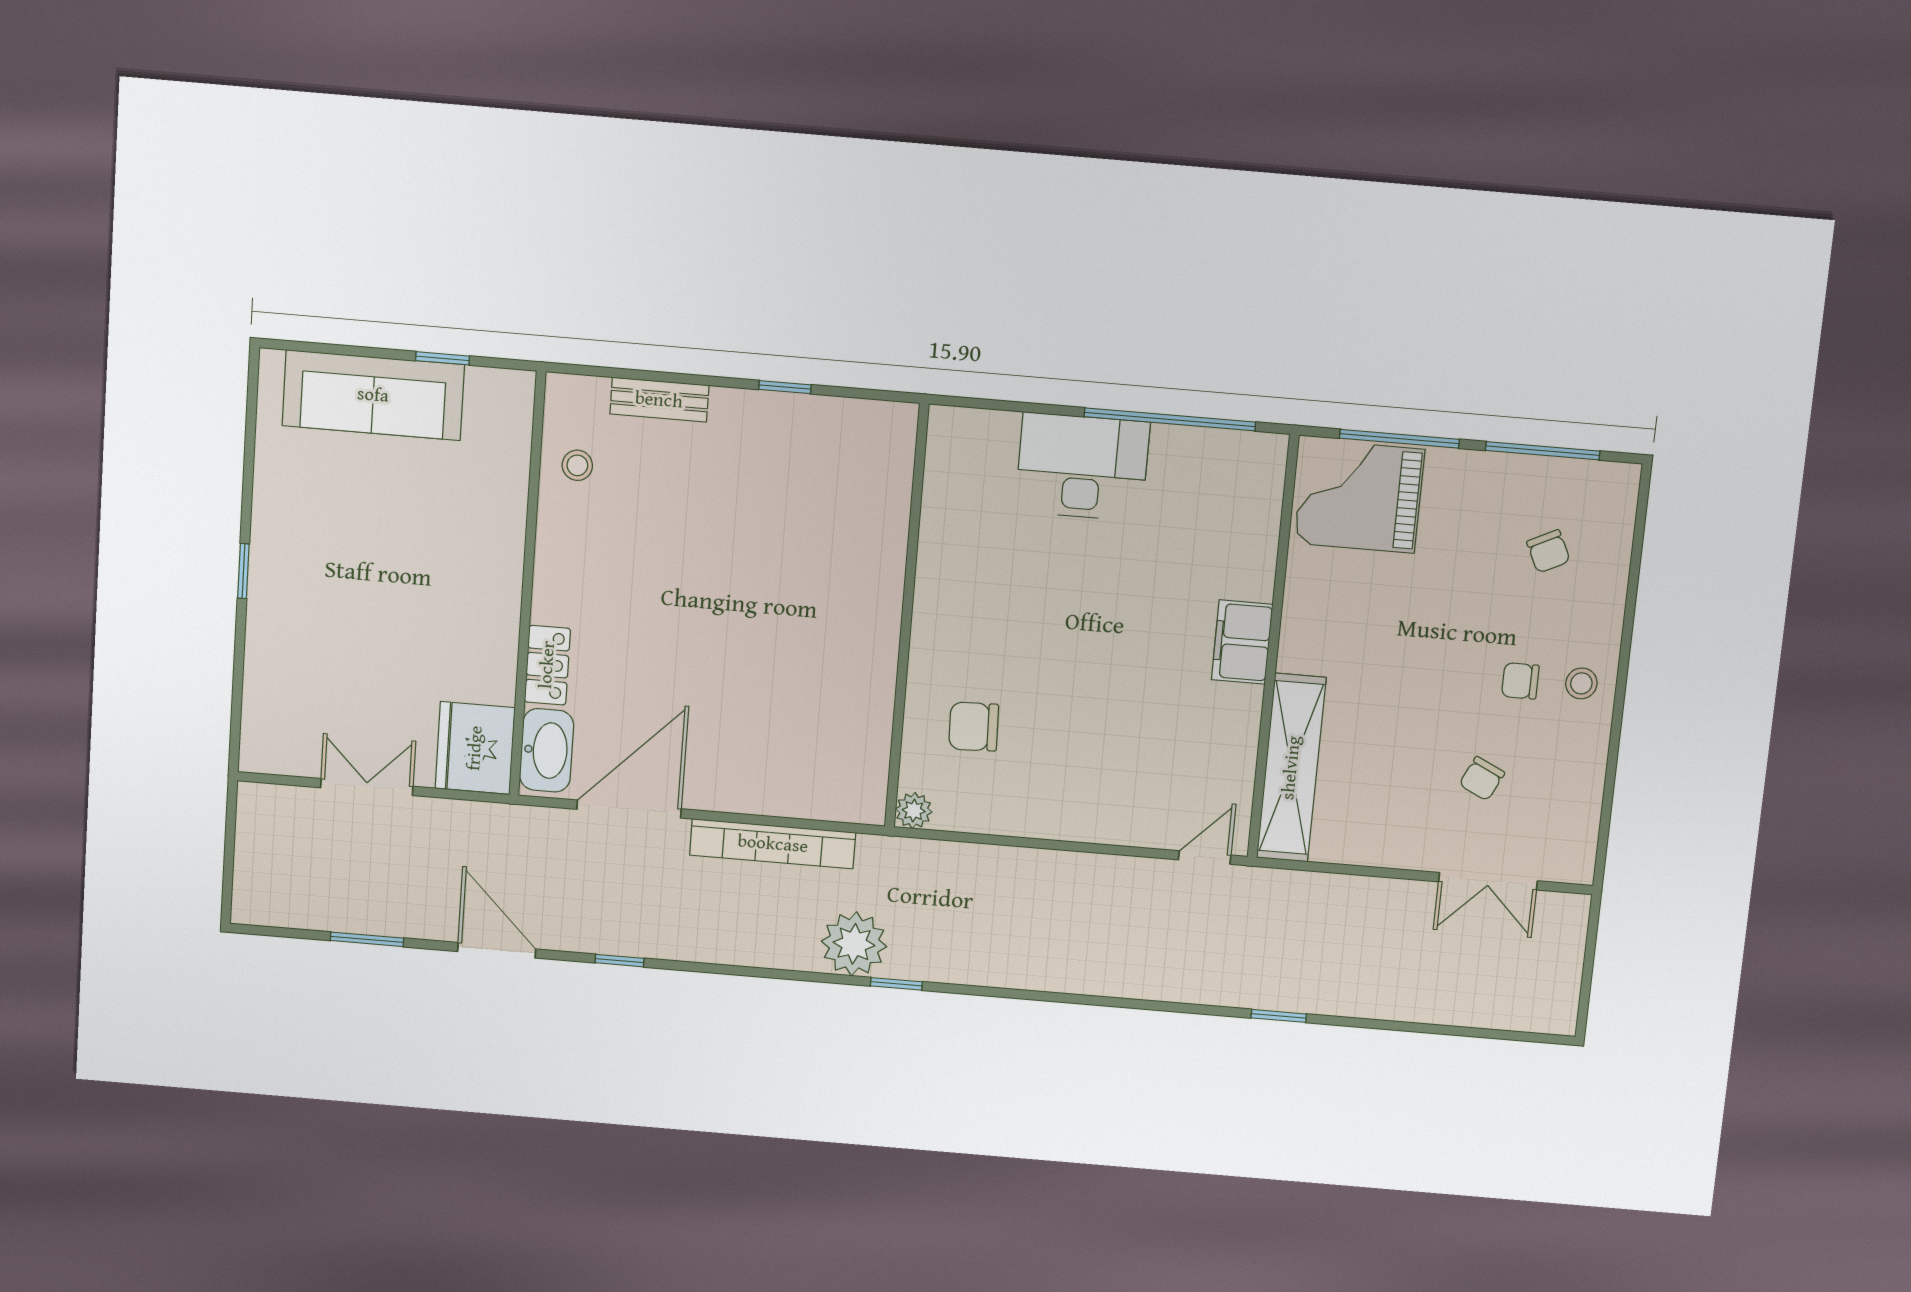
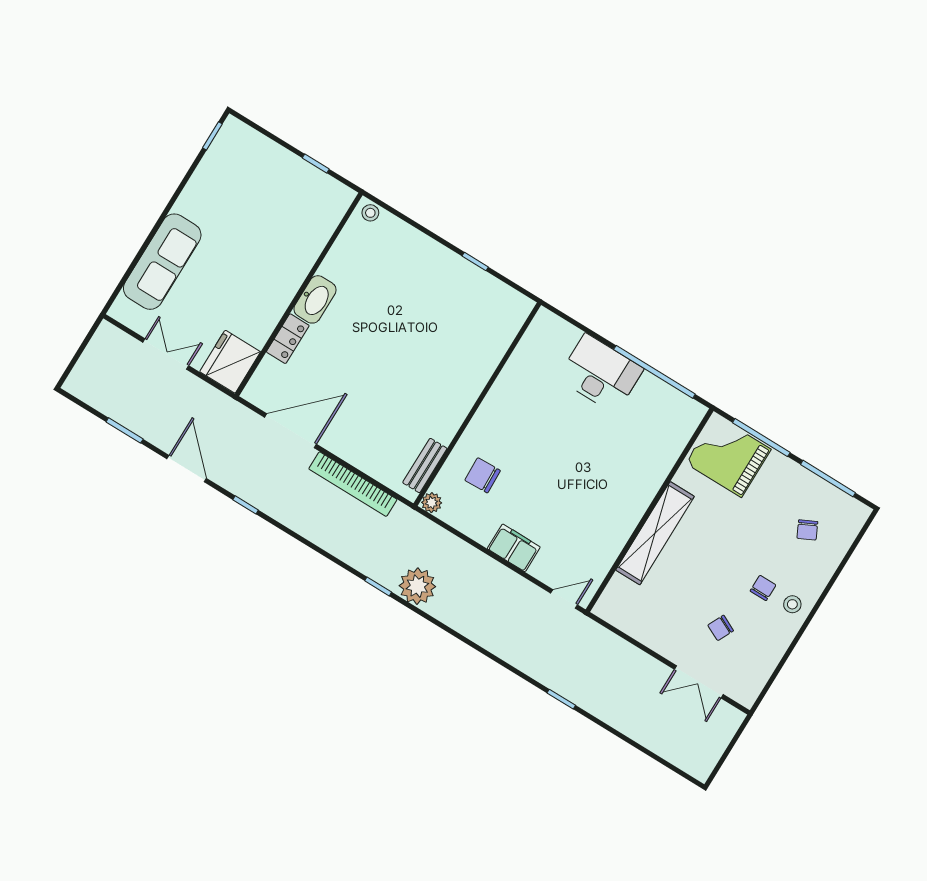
sofa: (373, 395) -> (162, 262), moved, turned -90
bench: (659, 400) -> (425, 465), moved, turned 90
stool: (577, 465) -> (370, 213), moved
window: (243, 571) -> (212, 136), moved
filing cabinet: (1242, 642) -> (514, 548), moved, turned 90
chair: (1520, 681) -> (763, 588), turned 90
washbasin: (547, 750) -> (315, 299), moved
shelving: (1291, 768) -> (655, 533), moved
plant: (854, 944) -> (417, 586), moved

